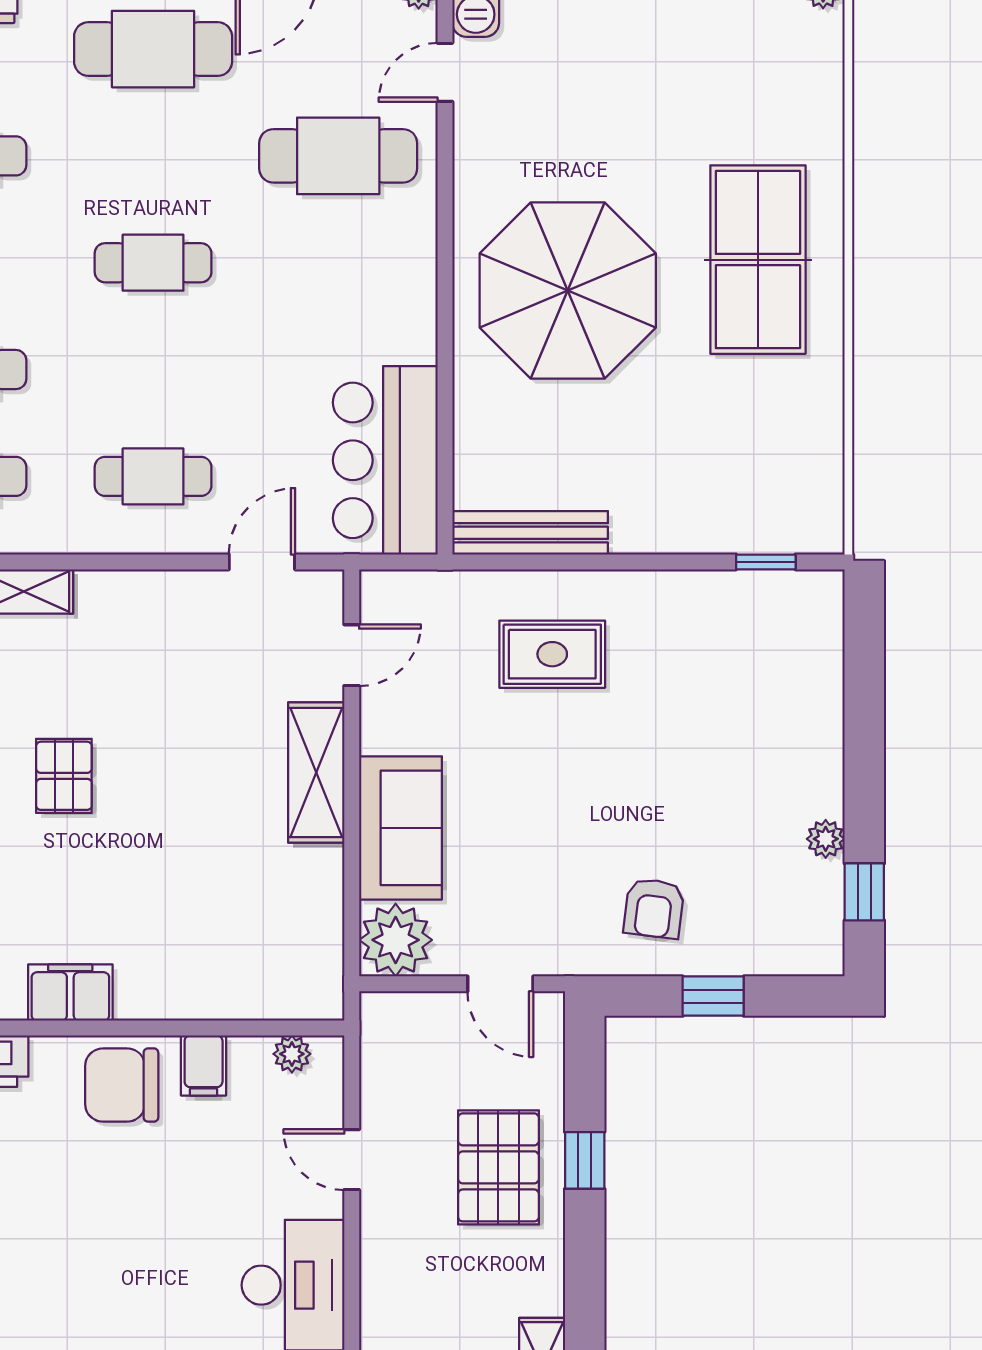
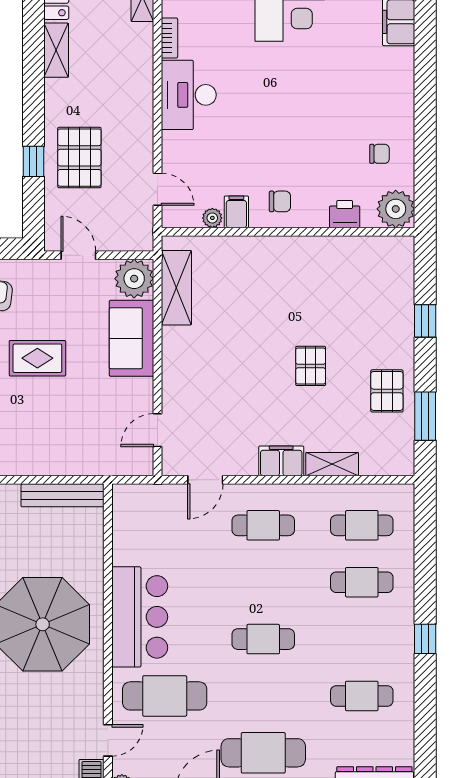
bar counter: (385, 460) -> (140, 617), moved
rug: (552, 654) -> (37, 358), moved
shelving: (316, 772) -> (176, 288), moved
filing cabinet: (70, 992) -> (281, 461), moved, turned 180
plant: (292, 1054) -> (212, 218), moved
chair: (122, 1085) -> (280, 201), width x0.54, depth x0.54
door: (352, 1160) -> (157, 189), moved

